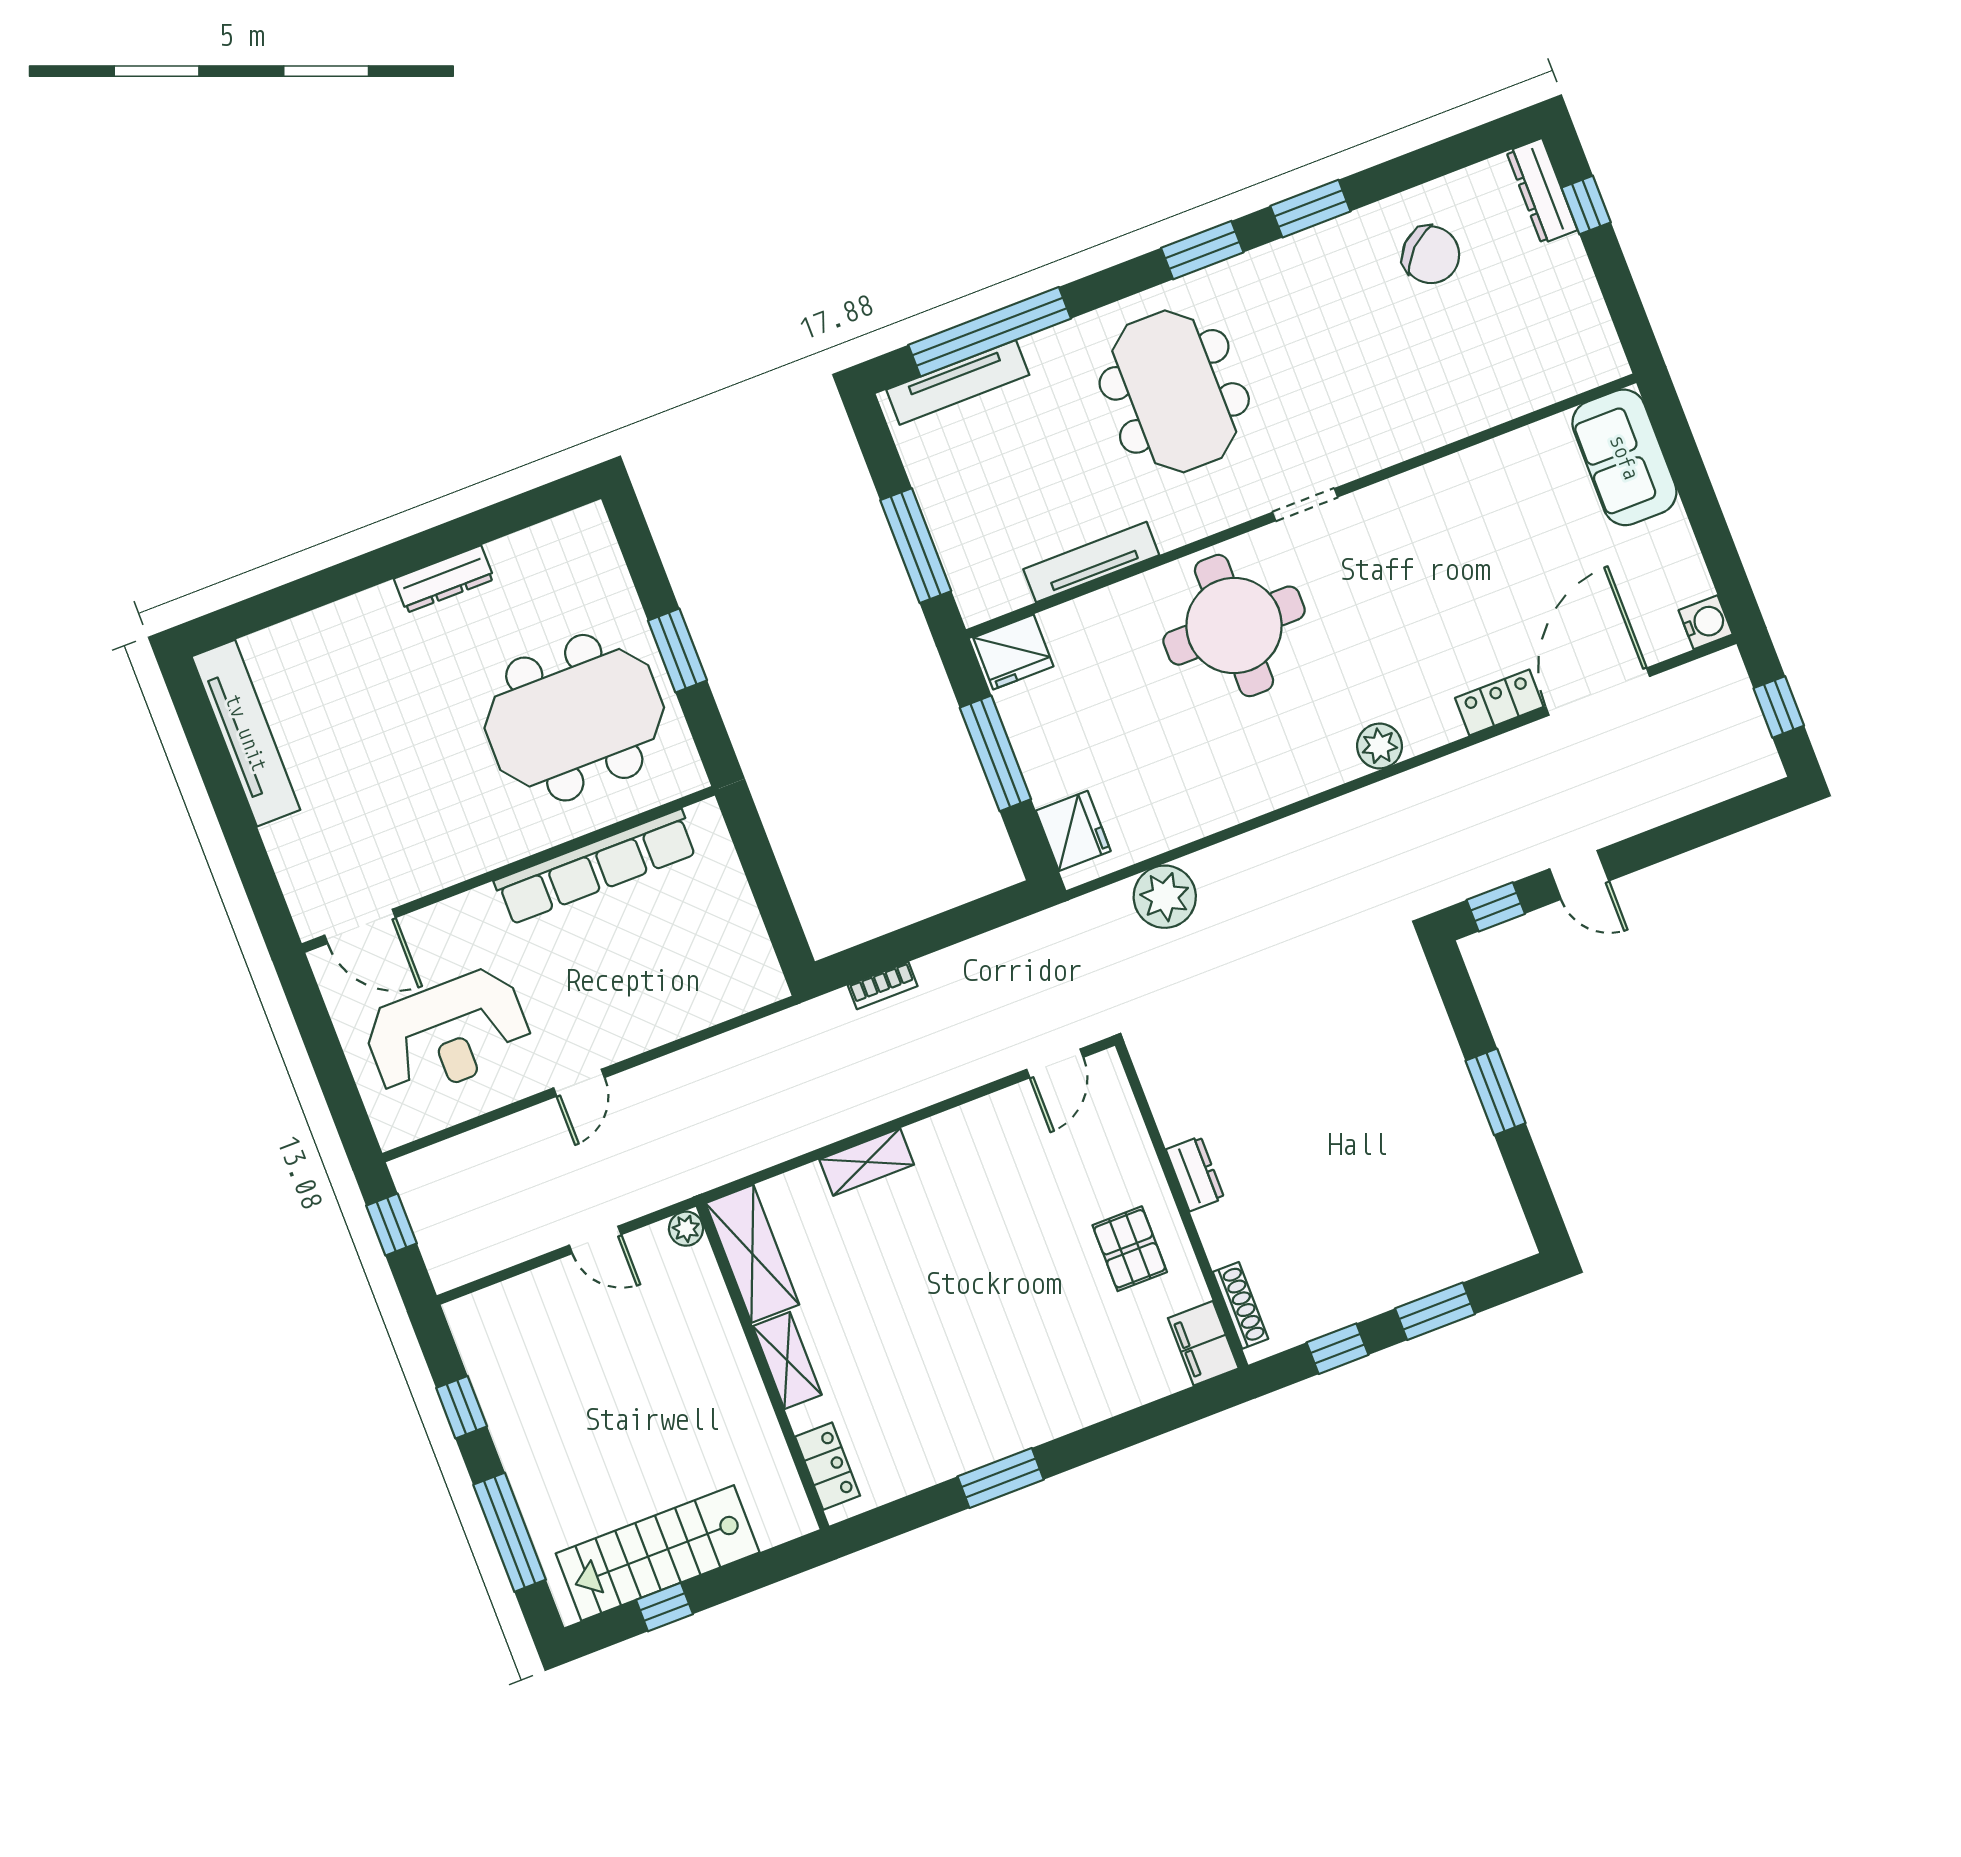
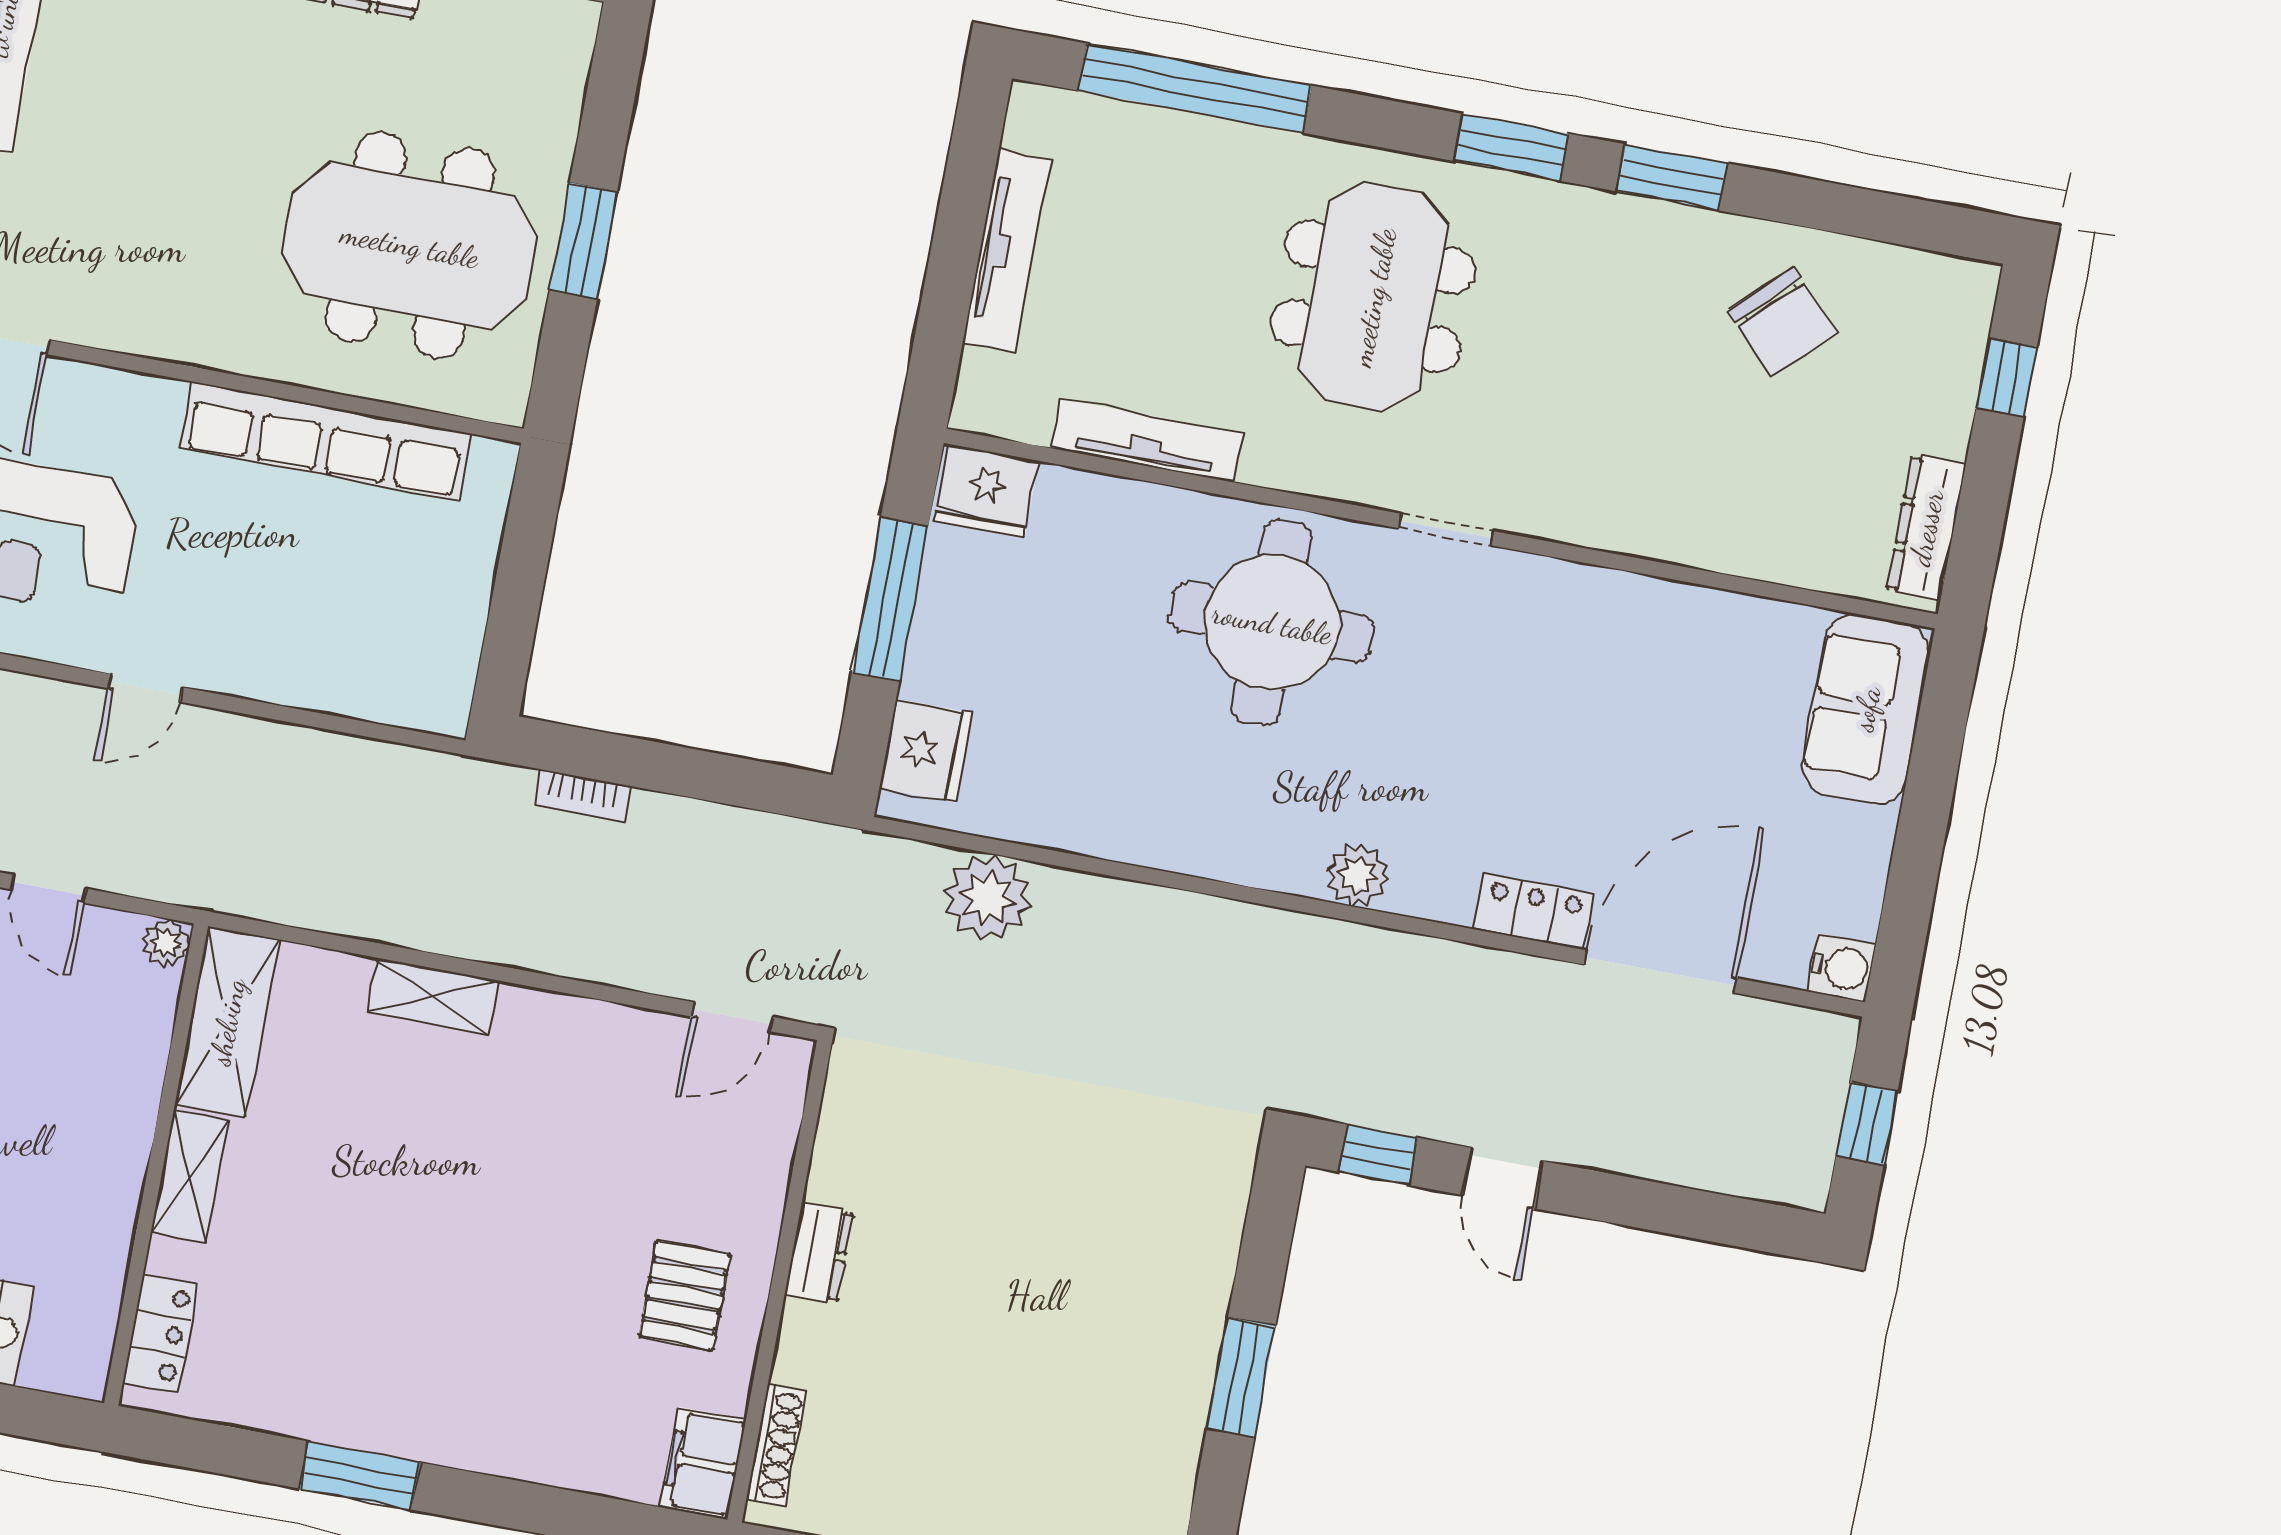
dresser: (1542, 191) -> (1926, 528), moved
tv unit: (958, 382) -> (1007, 251), moved, turned -90
window: (916, 546) -> (948, 291), removed

